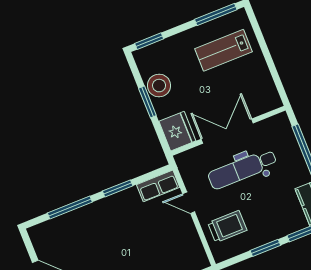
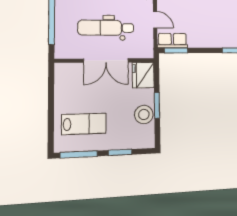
window: (149, 41) -> (120, 152), moved
dental chair: (242, 169) -> (106, 28), turned 180
window: (118, 188) -> (176, 50), moved

